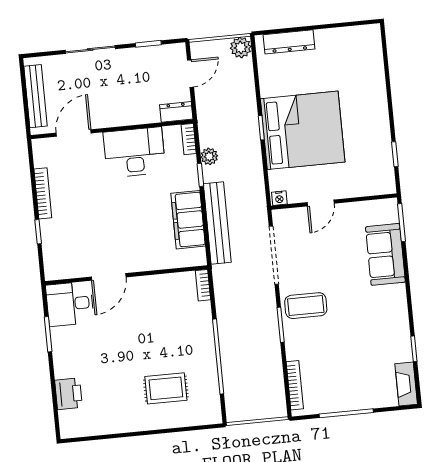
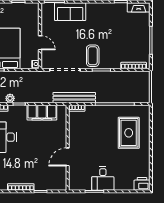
bench: (217, 223) -> (74, 98), moved
door: (109, 277) -> (68, 157), swing flipped
desk: (70, 304) -> (103, 179), moved
rug: (166, 388) -> (129, 133), width x1.36, depth x1.43
printer: (68, 394) -> (142, 184), moved

